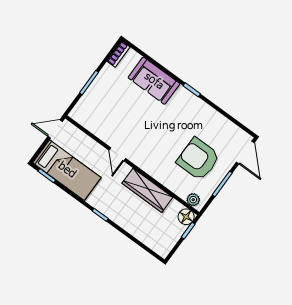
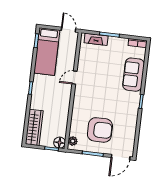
fireplace: (86, 102) -> (96, 39), added
armchair: (198, 159) -> (100, 130), turned 90
wardrobe: (147, 190) -> (34, 127), moved, turned 180

